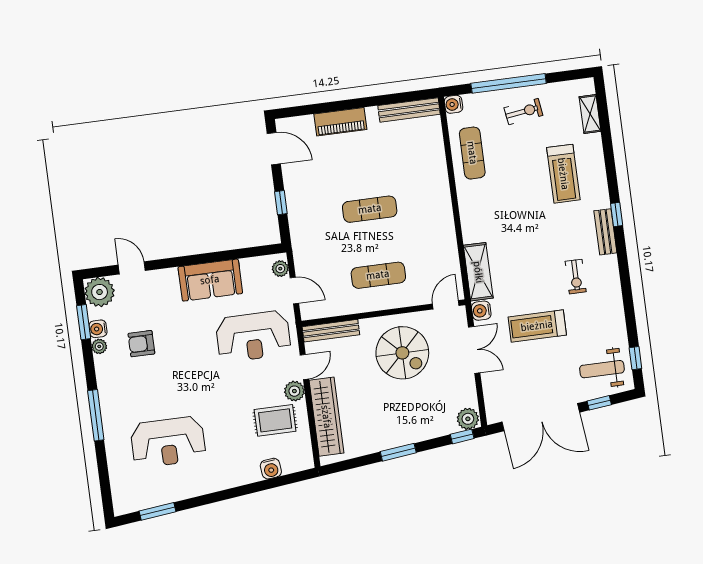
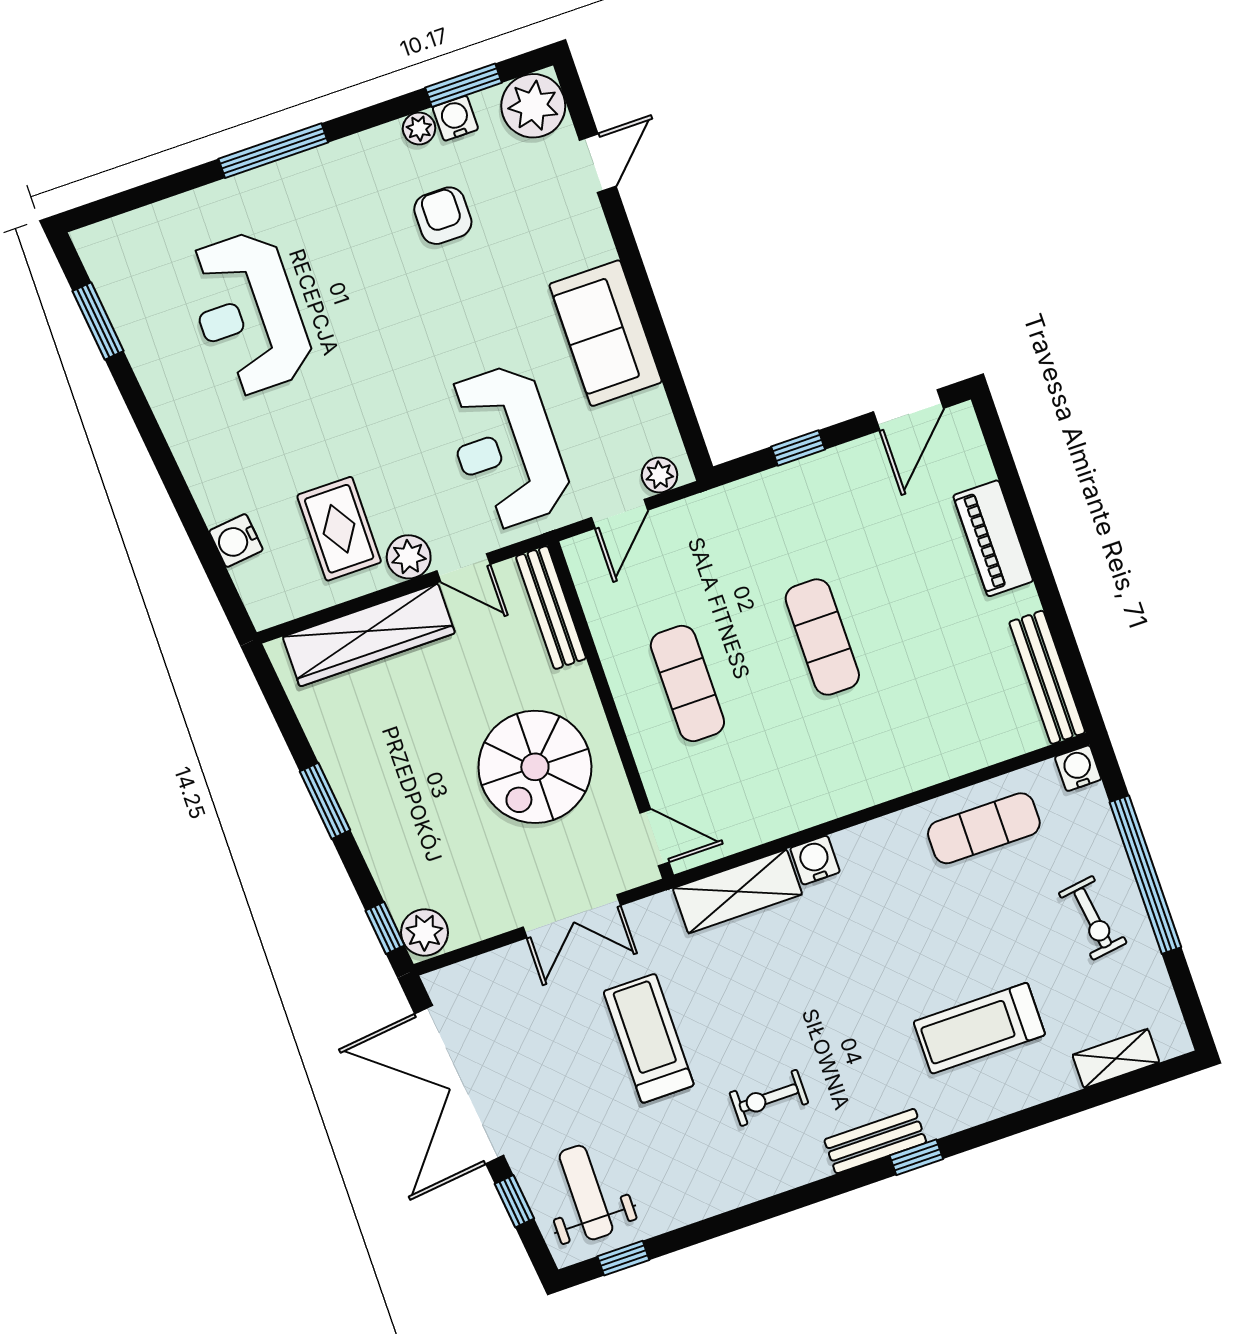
water cooler: (481, 311) -> (815, 860), moved

